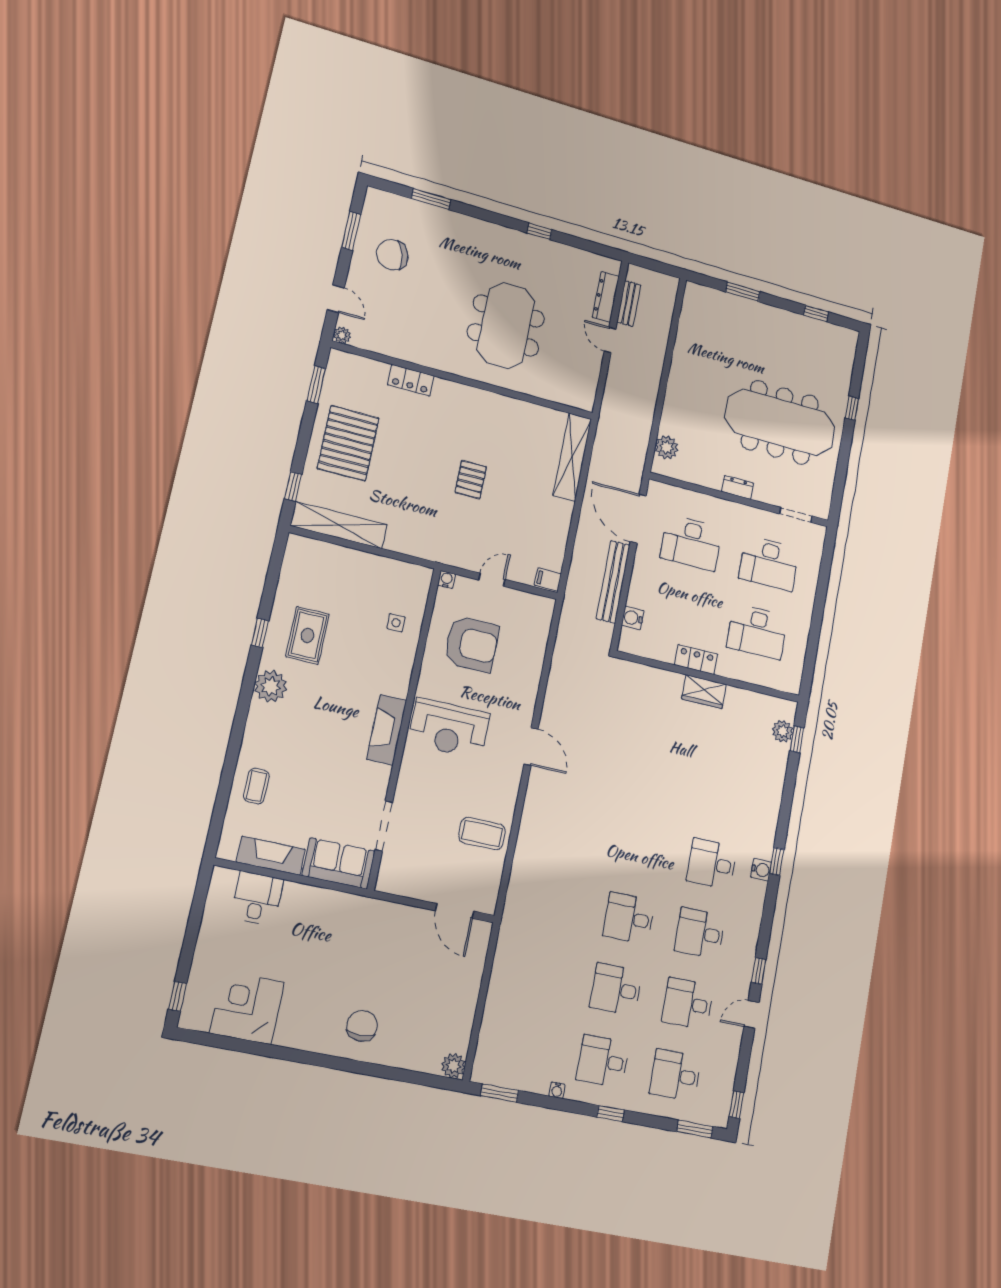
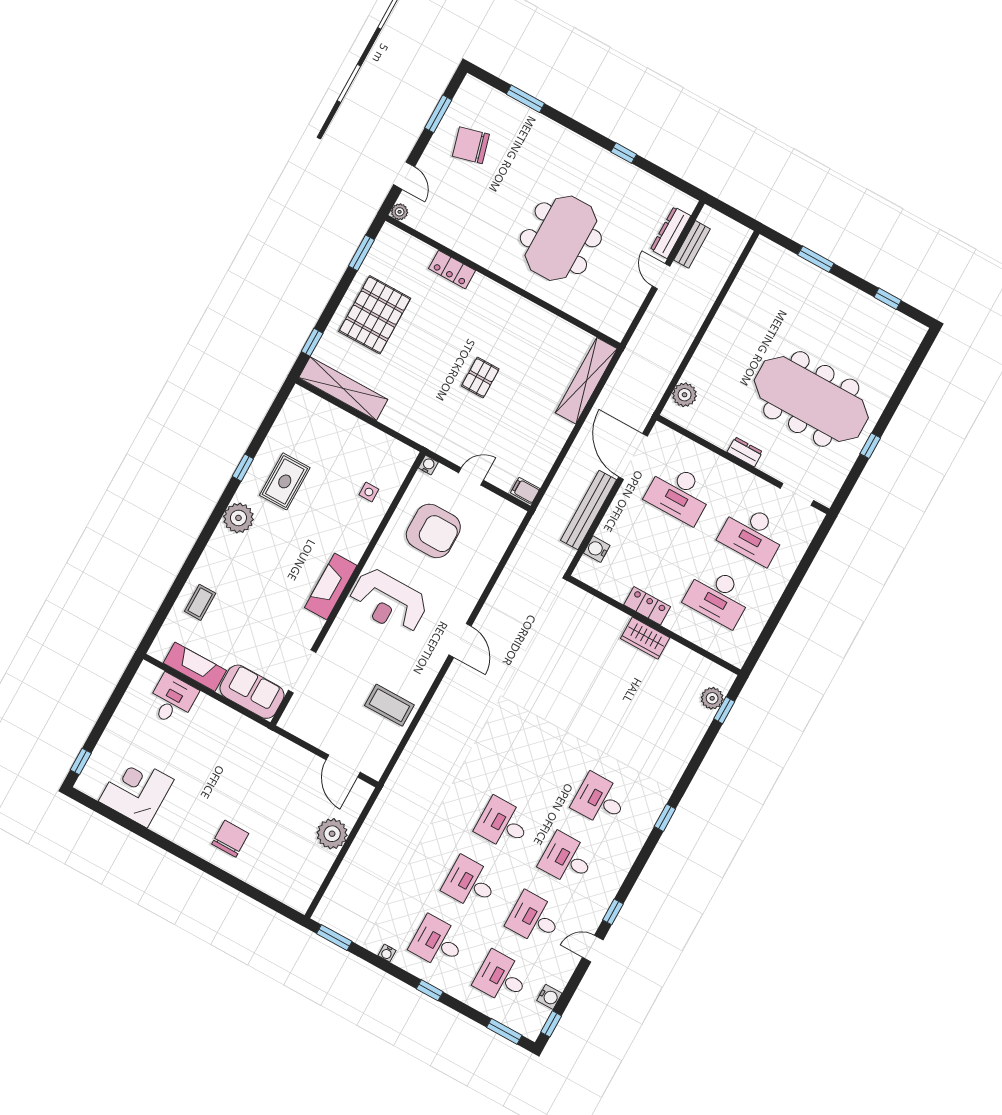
window: (852, 408) -> (870, 446), moved
water cooler: (761, 870) -> (549, 997), moved
plant: (453, 1066) -> (332, 834), moved, width x1.36, depth x1.36

